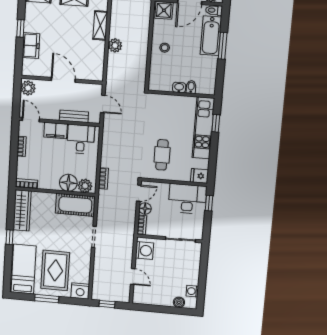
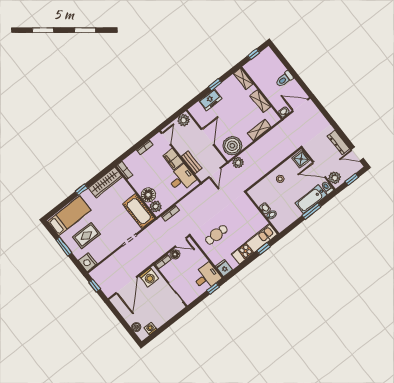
plant: (115, 45) -> (238, 163), moved
boiler: (92, 64) -> (232, 146), added
desk: (187, 199) -> (206, 277), width x0.73
rug: (55, 270) -> (86, 236), width x0.73, depth x0.70
door: (133, 276) -> (126, 285), width x1.87

